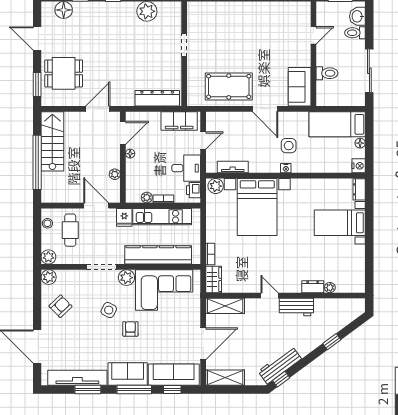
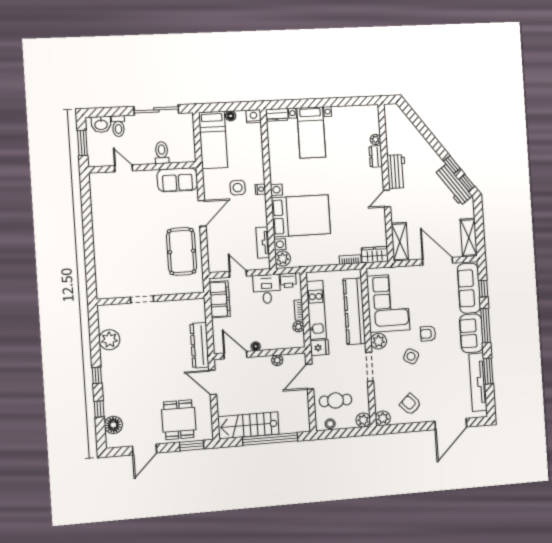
dresser: (157, 98) -> (200, 345), moved
window: (332, 342) -> (452, 165), moved

